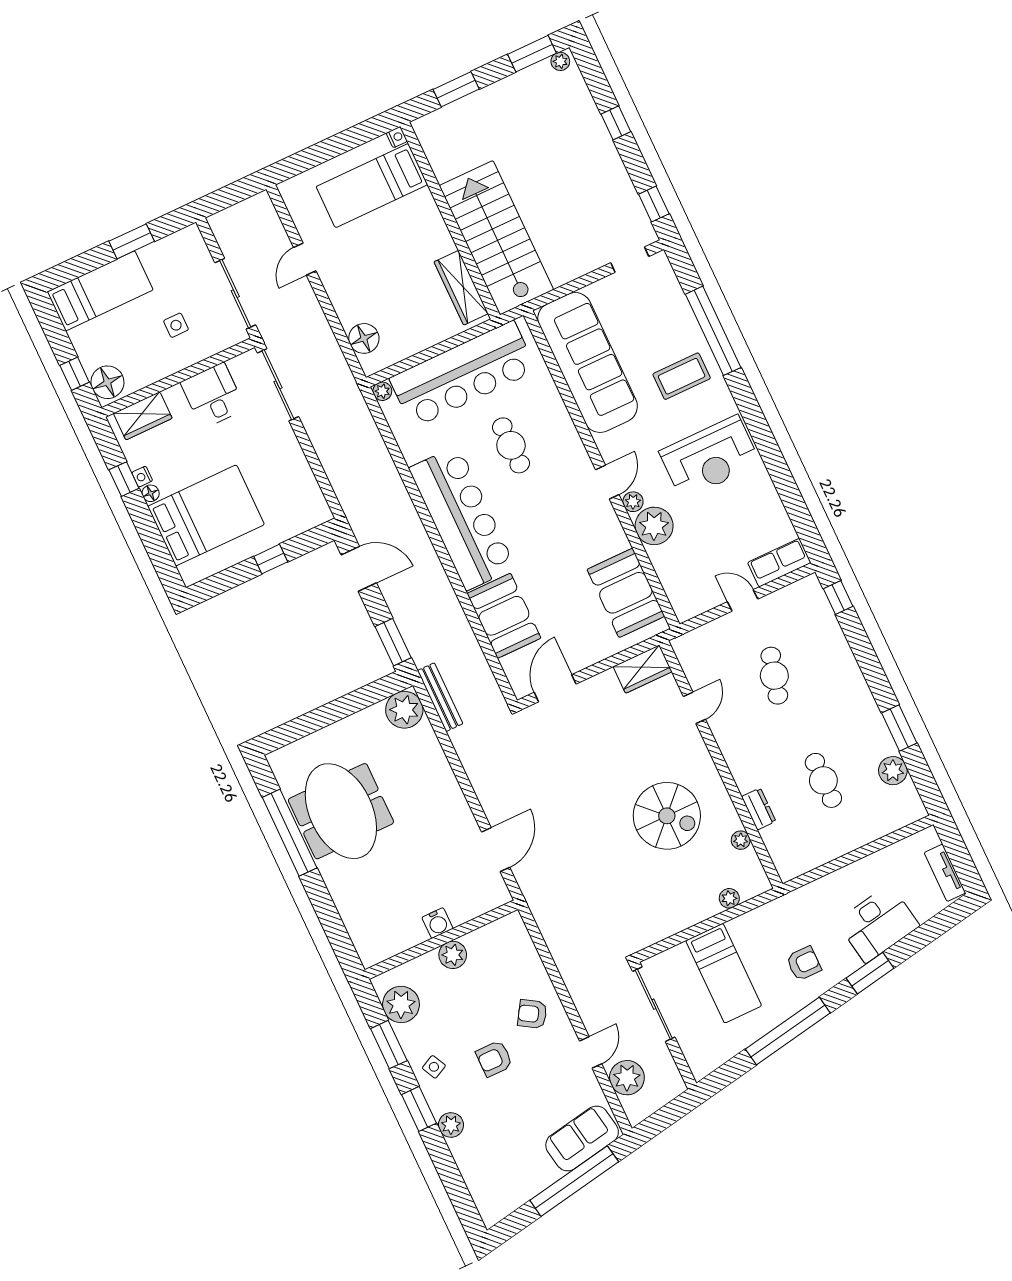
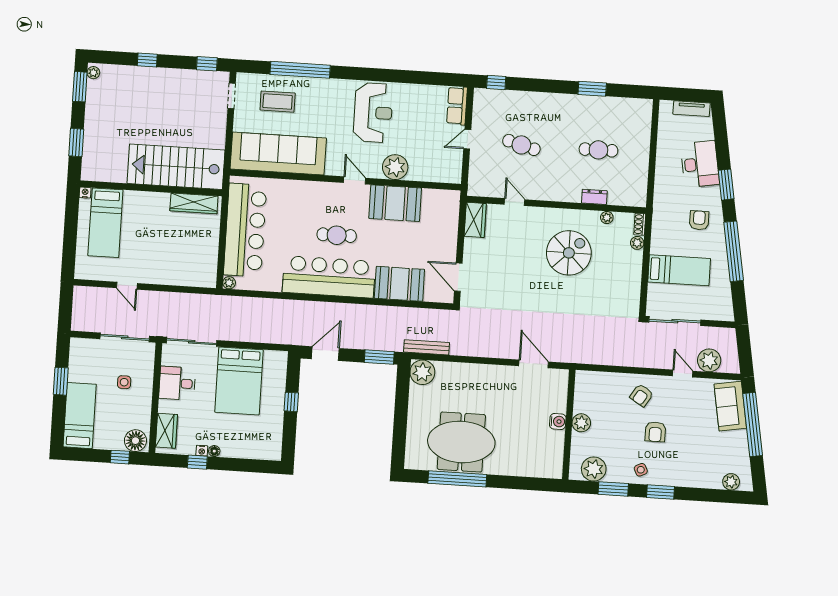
floor lamp: (364, 338) -> (192, 277), removed
coffee table: (682, 376) -> (278, 102), moved, turned 90
cafe table: (511, 445) -> (337, 235), moved
plant: (633, 502) -> (374, 172), removed
bed: (206, 515) -> (239, 381), moved, turned 180
booth: (626, 593) -> (395, 203), moved
plant: (893, 771) -> (615, 106), removed
shoe rack: (756, 888) -> (640, 224), added
plant: (451, 1125) -> (731, 482), moved

